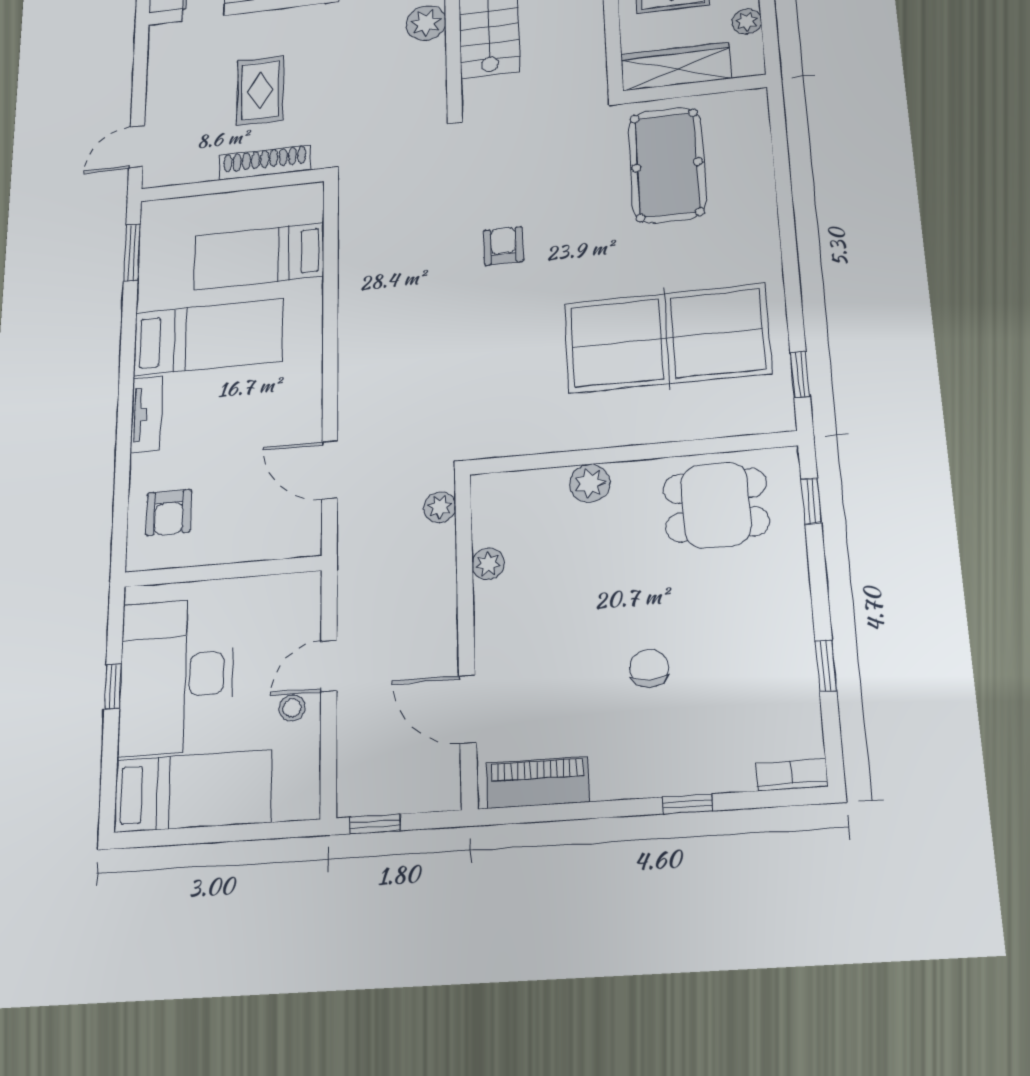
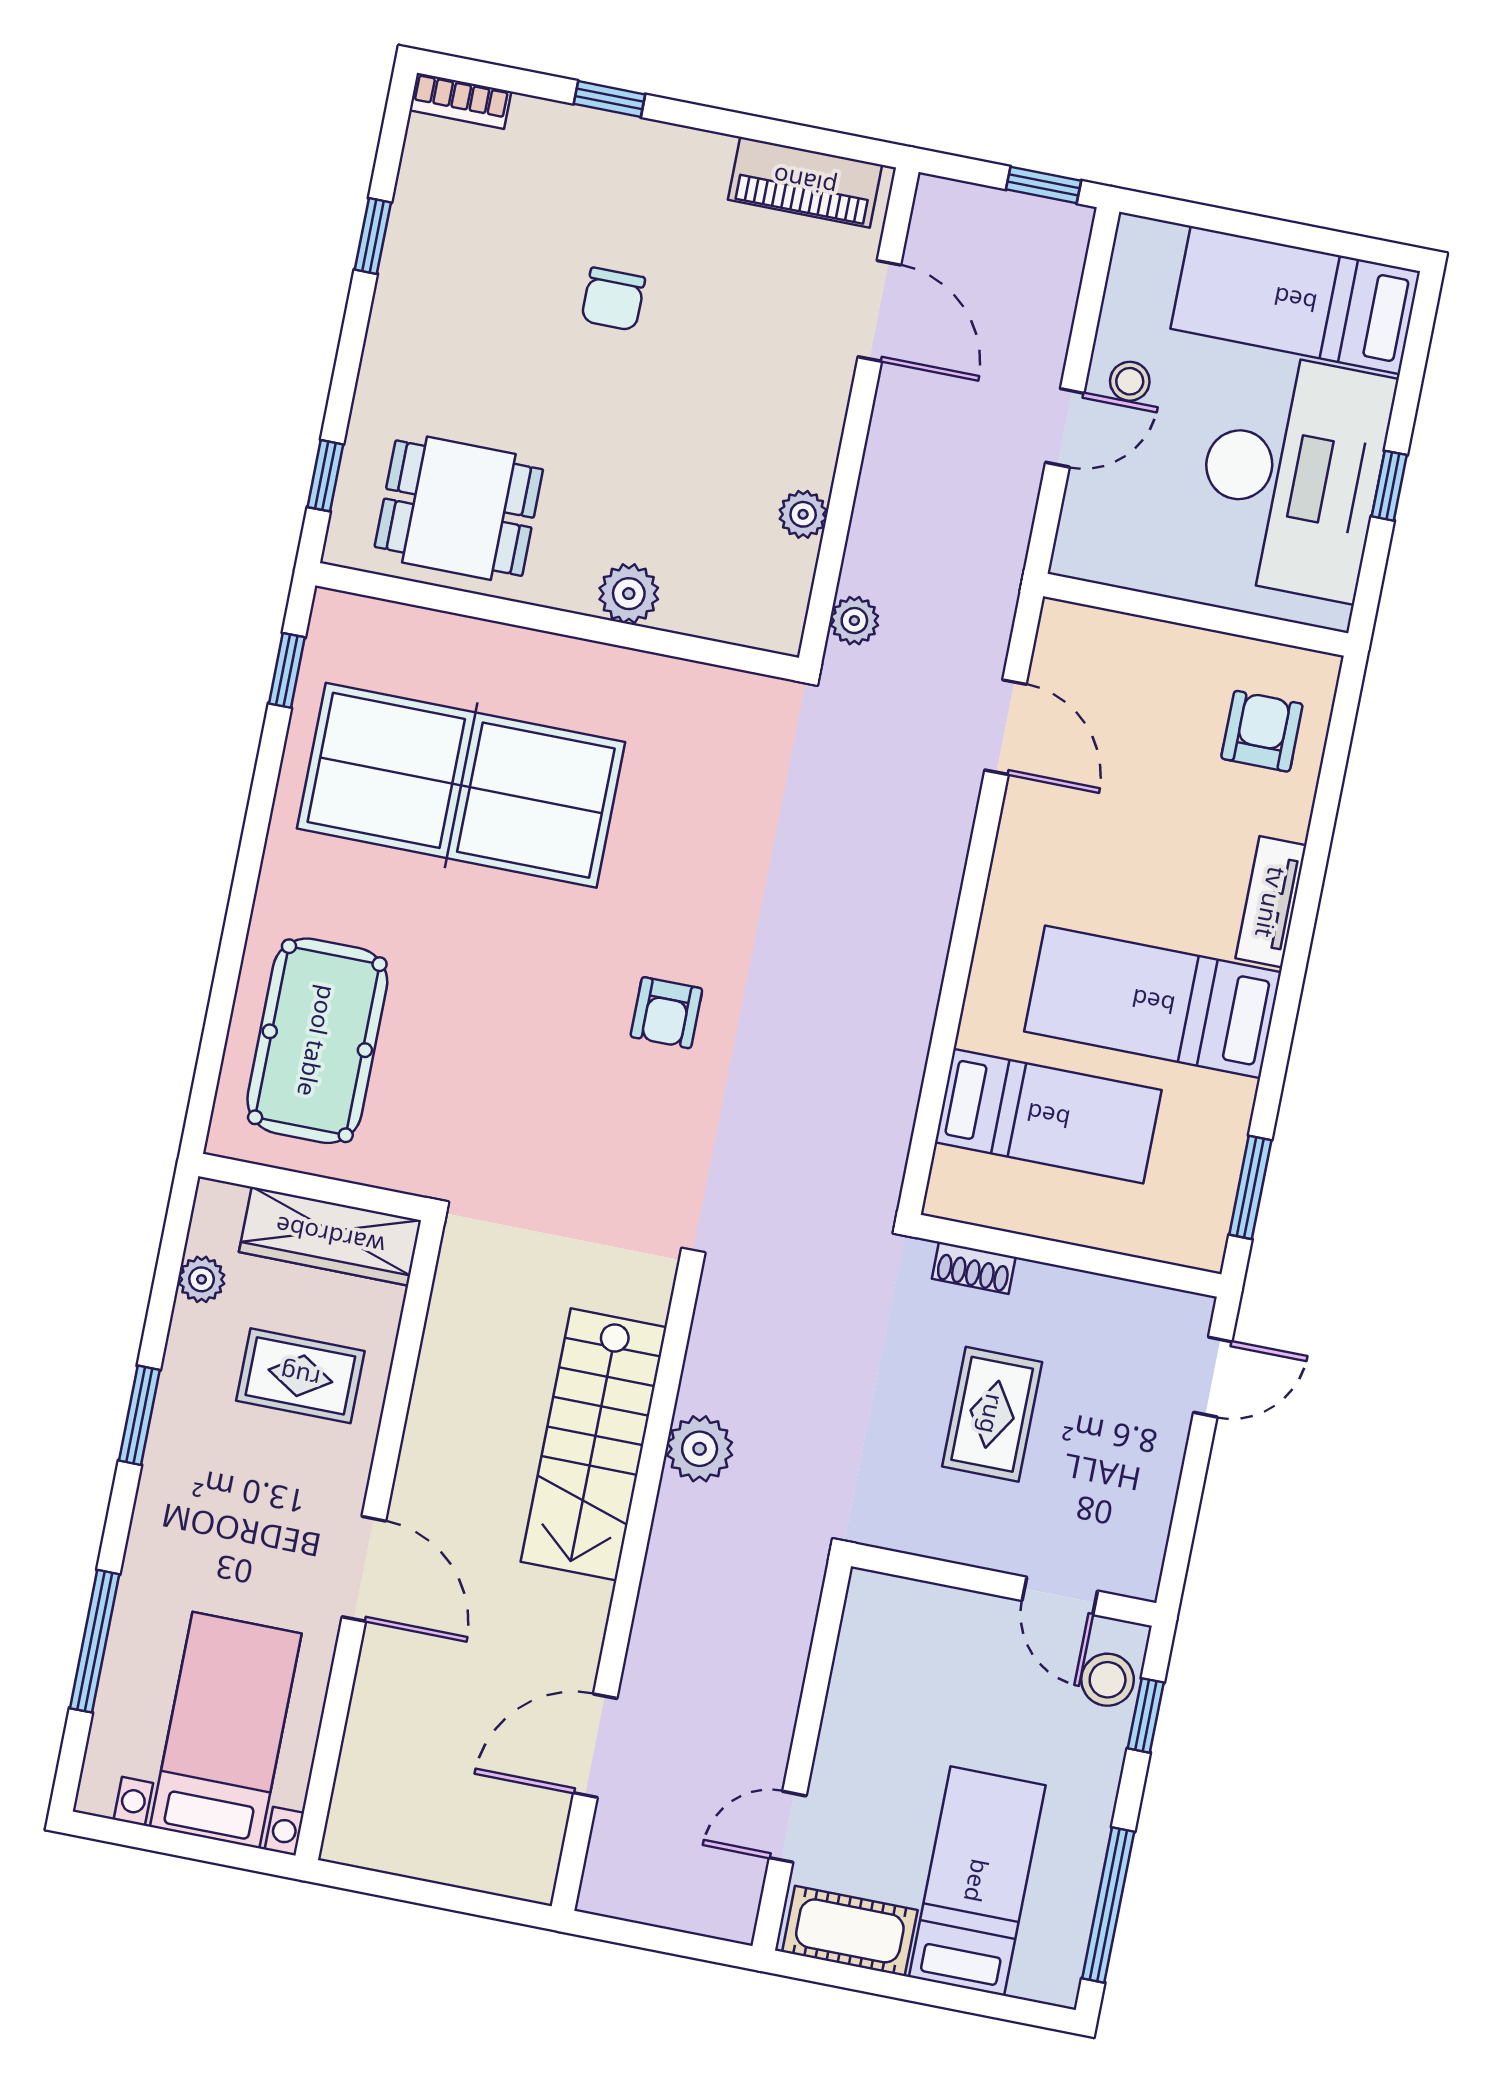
shoe rack: (265, 162) -> (974, 1268), width x0.51, depth x0.81
pool table: (667, 165) -> (317, 1041), moved

